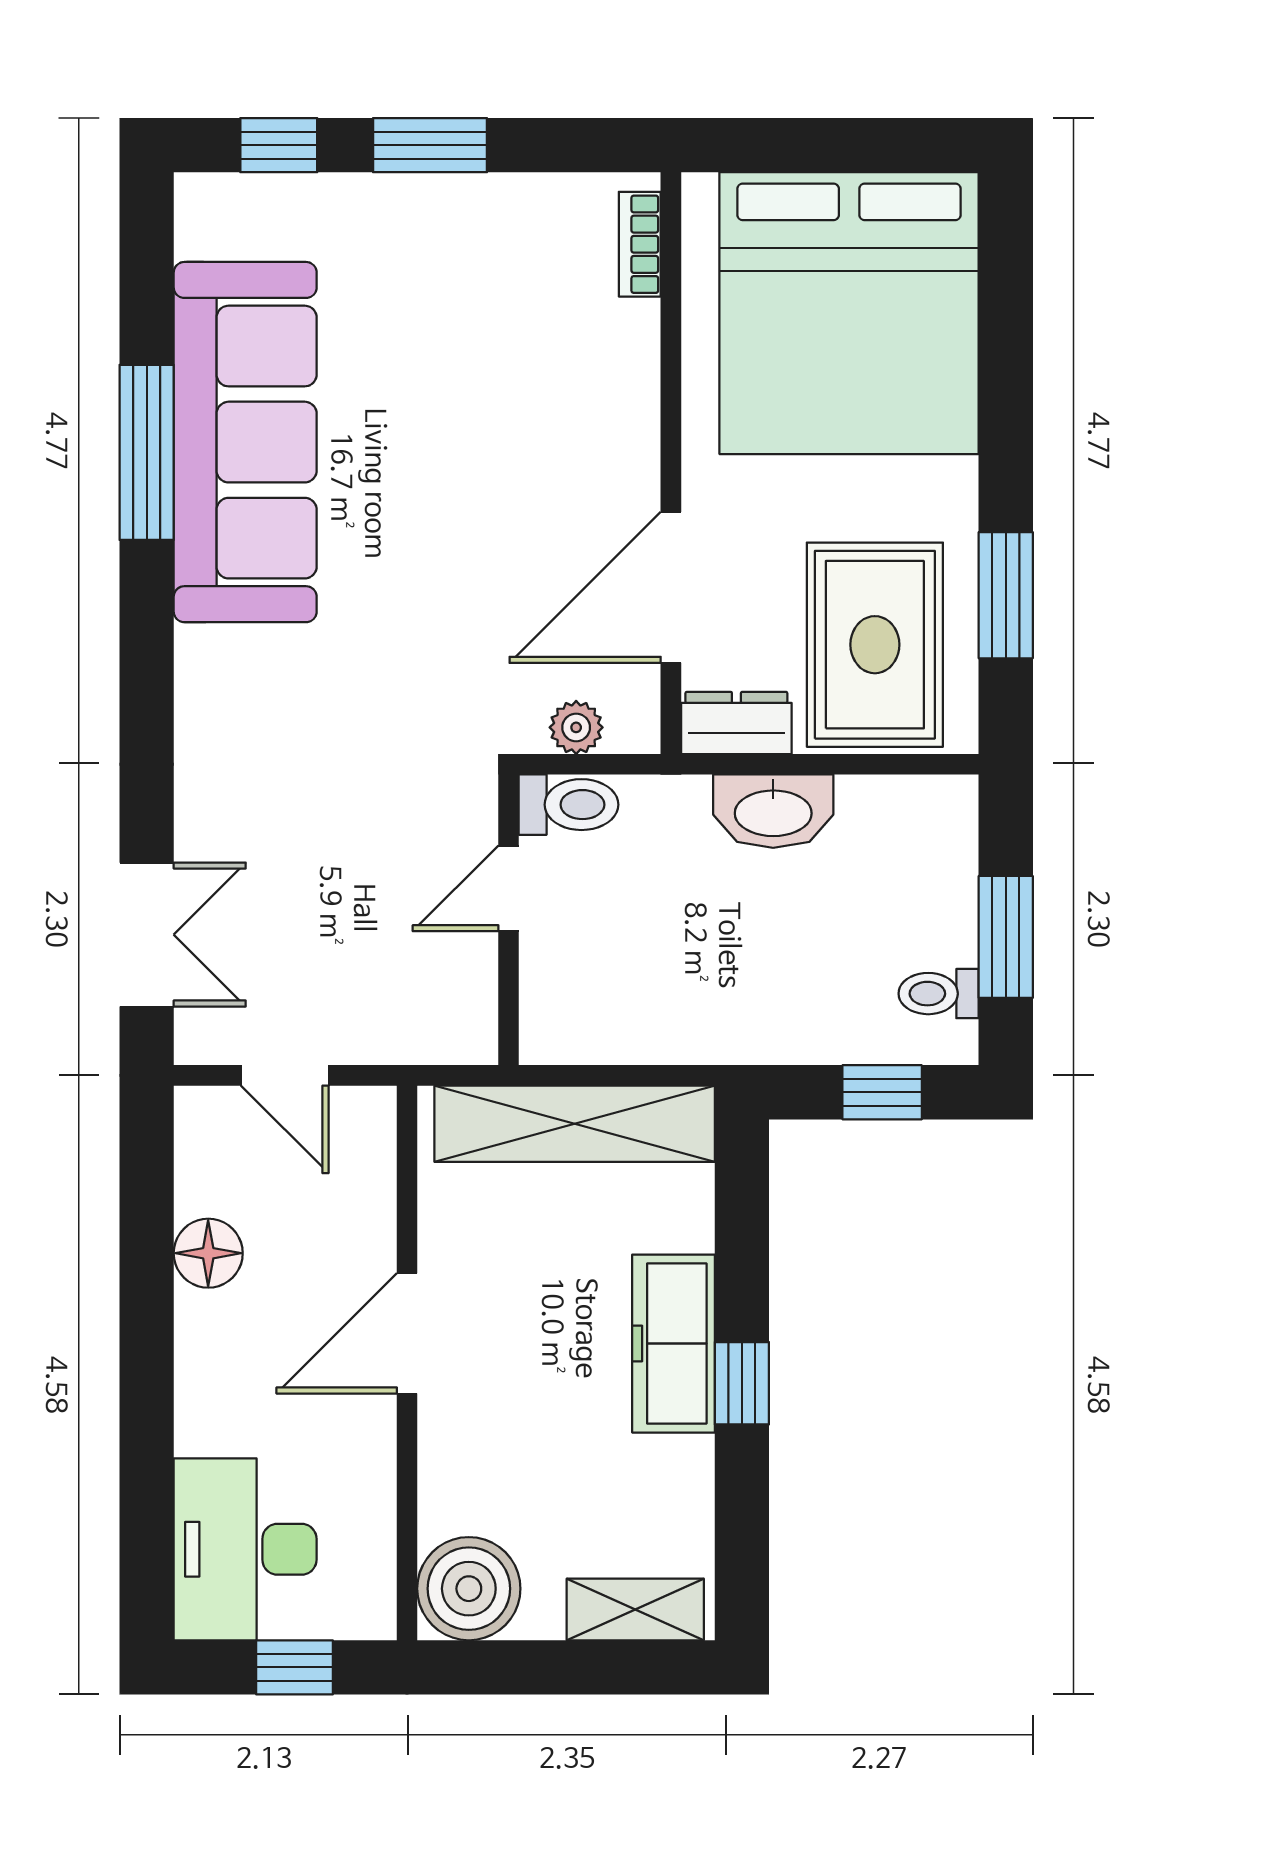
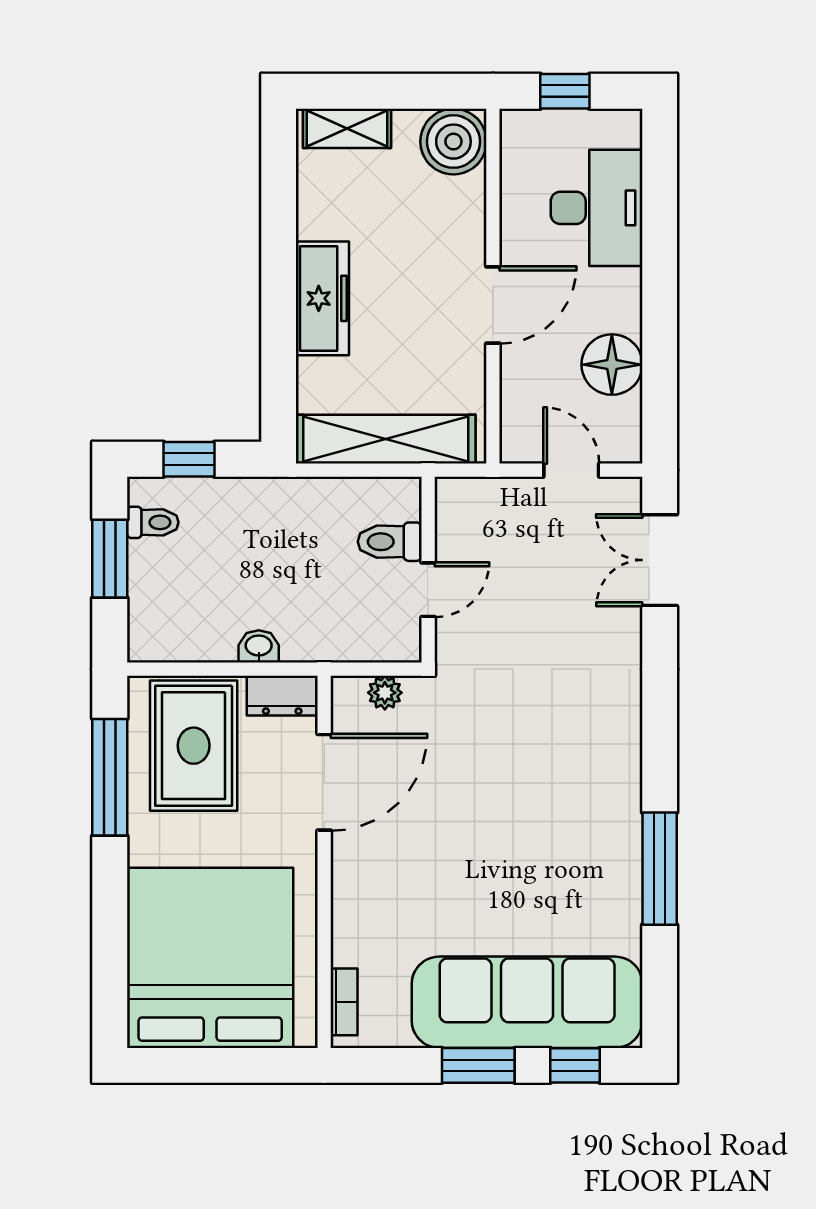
sofa: (245, 442) -> (527, 1002), moved, turned 90
window: (1006, 595) -> (110, 777), width x1.44
toilet: (569, 805) -> (390, 542), moved
washbasin: (773, 811) -> (259, 646), width x0.52, depth x0.69
floor lamp: (208, 1253) -> (612, 365), width x1.38, depth x1.38
window: (742, 1383) -> (279, 273), removed
desk: (245, 1549) -> (597, 208), moved

